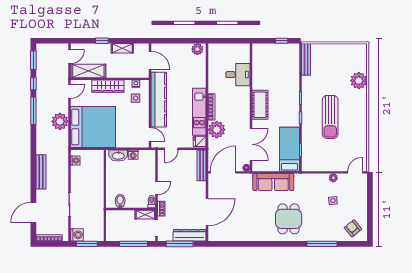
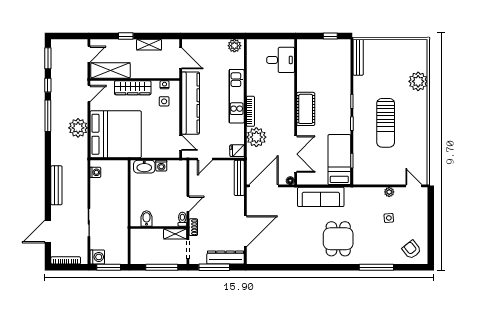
desk: (238, 75) -> (281, 60), moved
kitchen unit: (199, 112) -> (237, 96), moved
door: (355, 172) -> (414, 186), hinge flipped

